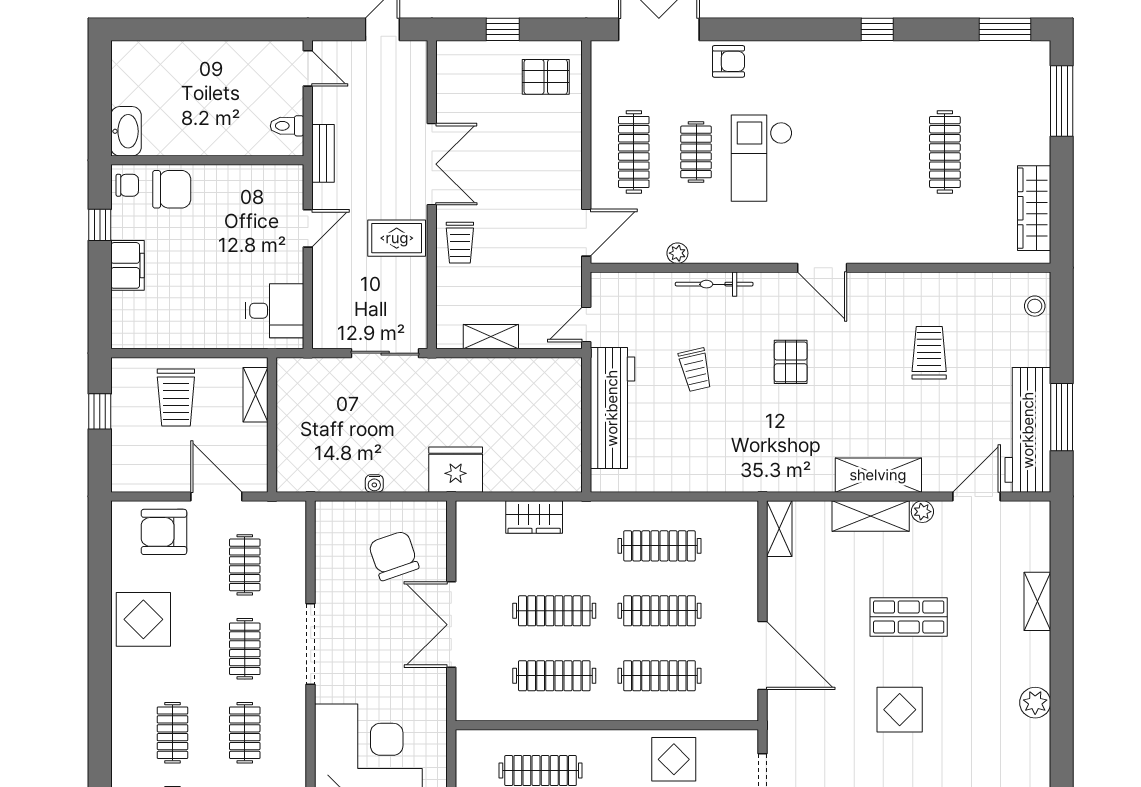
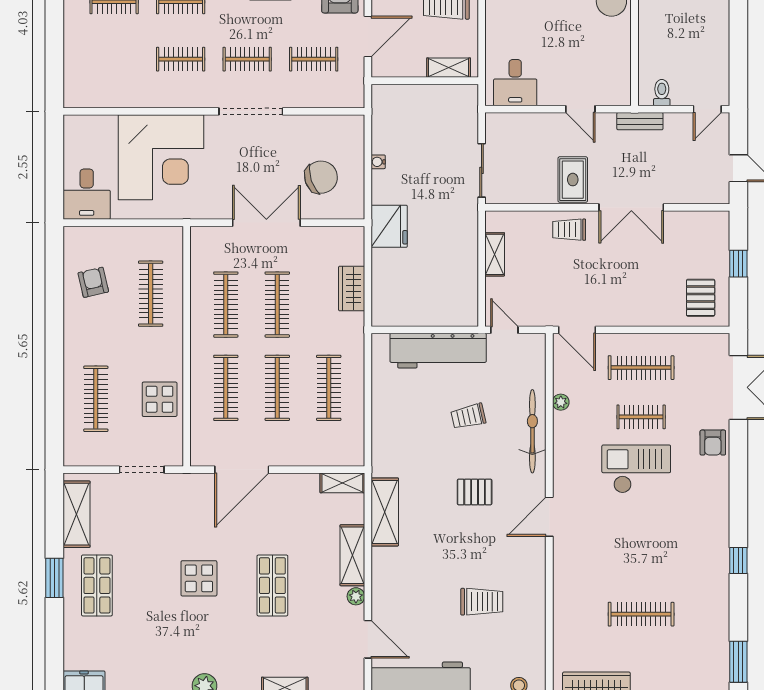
bicycle: (714, 284) -> (532, 431), width x1.37, depth x1.40
shelving: (878, 475) -> (385, 512), moved

